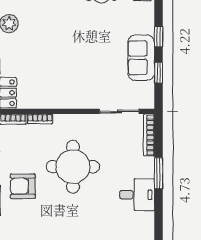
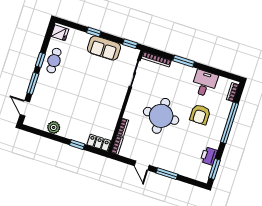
window: (159, 73) -> (130, 44), moved
armchair: (23, 186) -> (200, 114), moved
desk: (137, 195) -> (205, 83), moved

